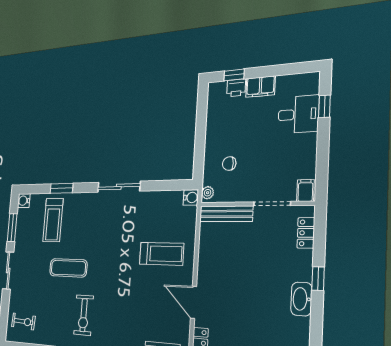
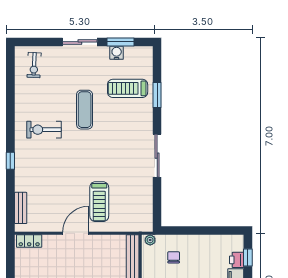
water cooler: (191, 197) -> (146, 225), removed
water cooler: (24, 201) -> (117, 53), moved
door: (194, 302) -> (76, 233), moved

